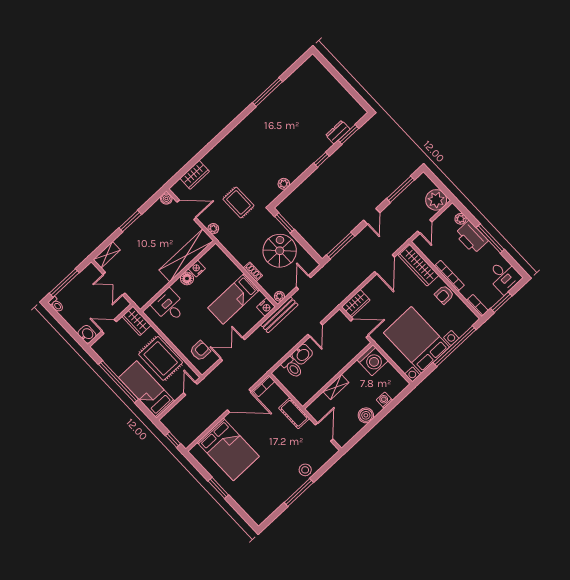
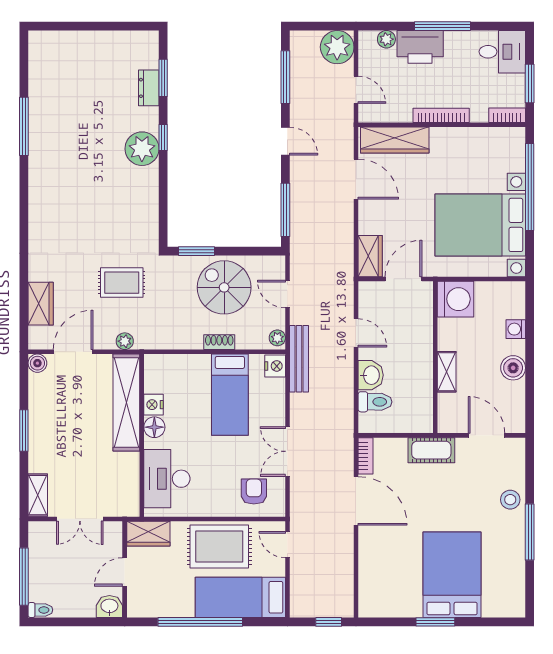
plant: (284, 184) -> (142, 149), moved, width x1.87, depth x1.87
armchair: (444, 295) -> (458, 142), removed
desk: (169, 306) -> (167, 479), width x1.37
door: (239, 401) -> (356, 501), hinge flipped
bed: (228, 449) -> (452, 575), moved, turned -90

